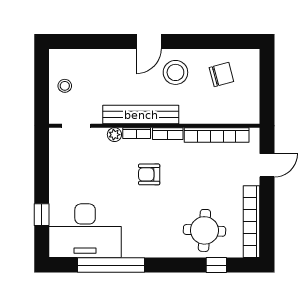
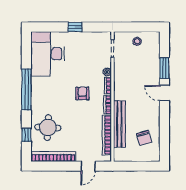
window: (108, 41) -> (164, 68), added
stool: (175, 72) -> (145, 110), removed
bench: (141, 115) -> (119, 124), moved
door: (267, 165) -> (88, 166), hinge flipped
window: (42, 215) -> (75, 27), moved
window: (111, 265) -> (26, 90), moved

